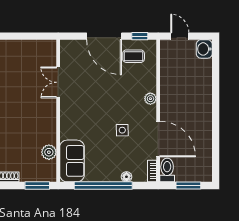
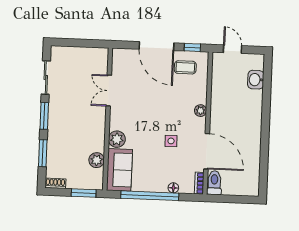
washbasin: (204, 49) -> (256, 80), moved
plant: (68, 130) -> (117, 139), added
window: (188, 185) -> (235, 199), removed

